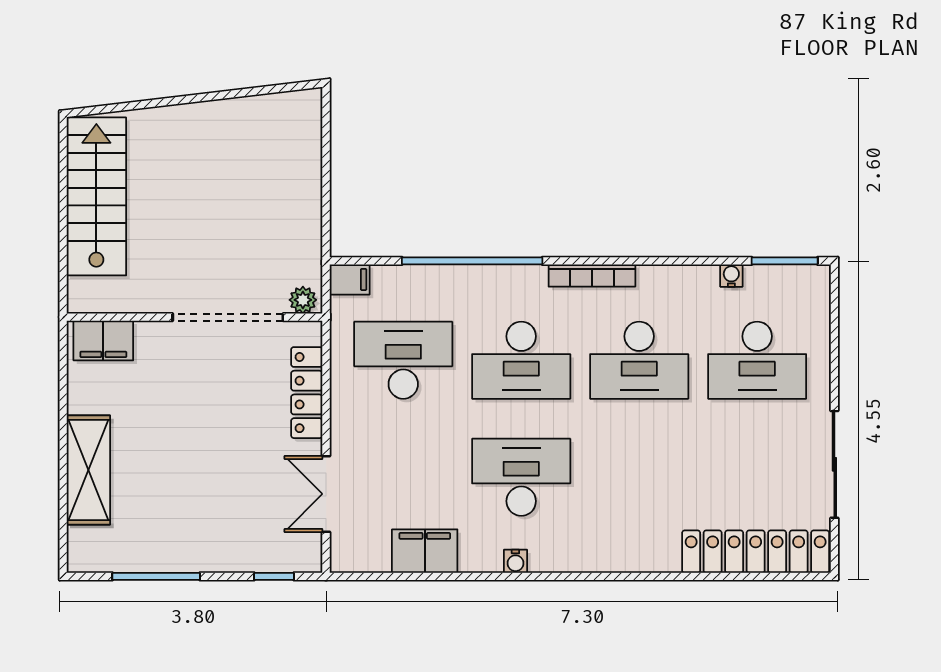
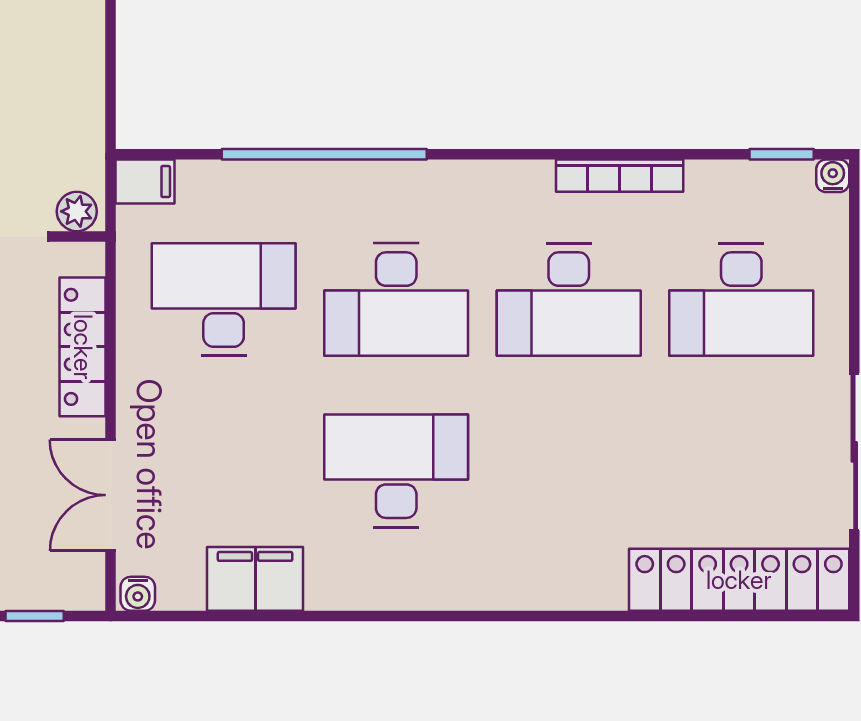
window: (785, 261) -> (782, 154), width x0.67
bookcase: (592, 276) -> (620, 176), moved
water cooler: (731, 276) -> (833, 176), moved
water cooler: (515, 561) -> (138, 594), moved

